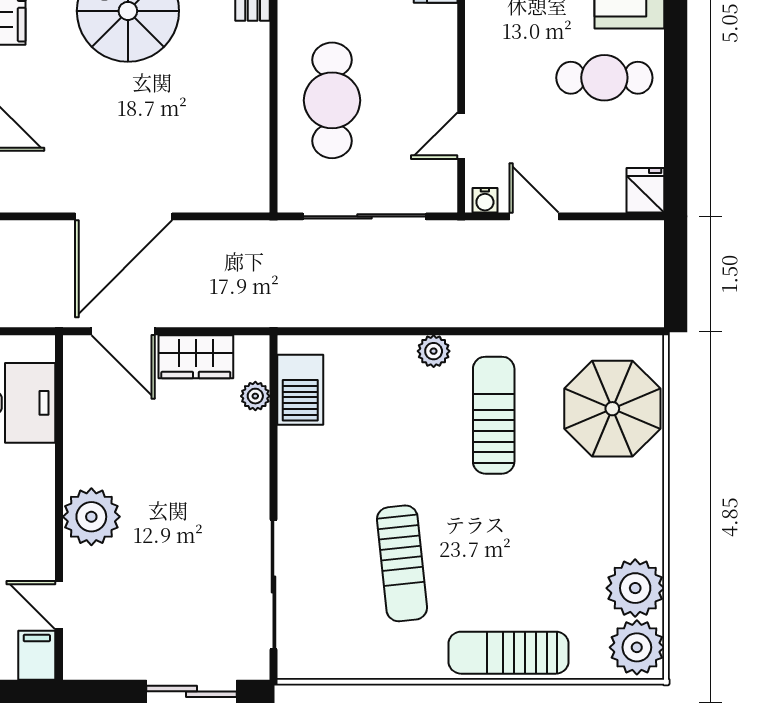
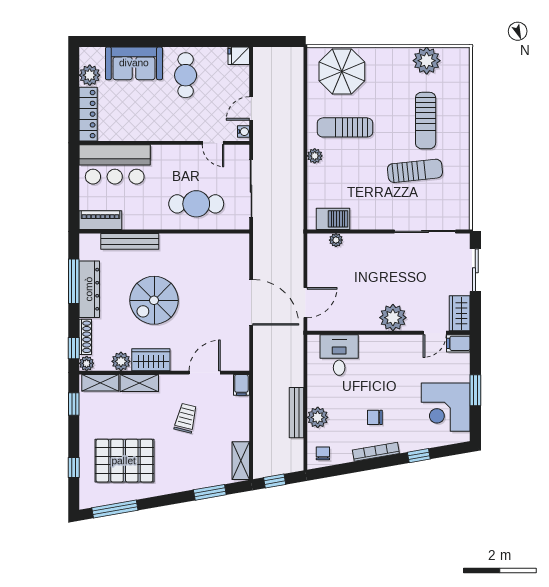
wardrobe: (196, 357) -> (460, 313), moved, turned 180
plant: (637, 647) -> (455, 60), removed
sun lounger: (508, 653) -> (426, 121), moved

